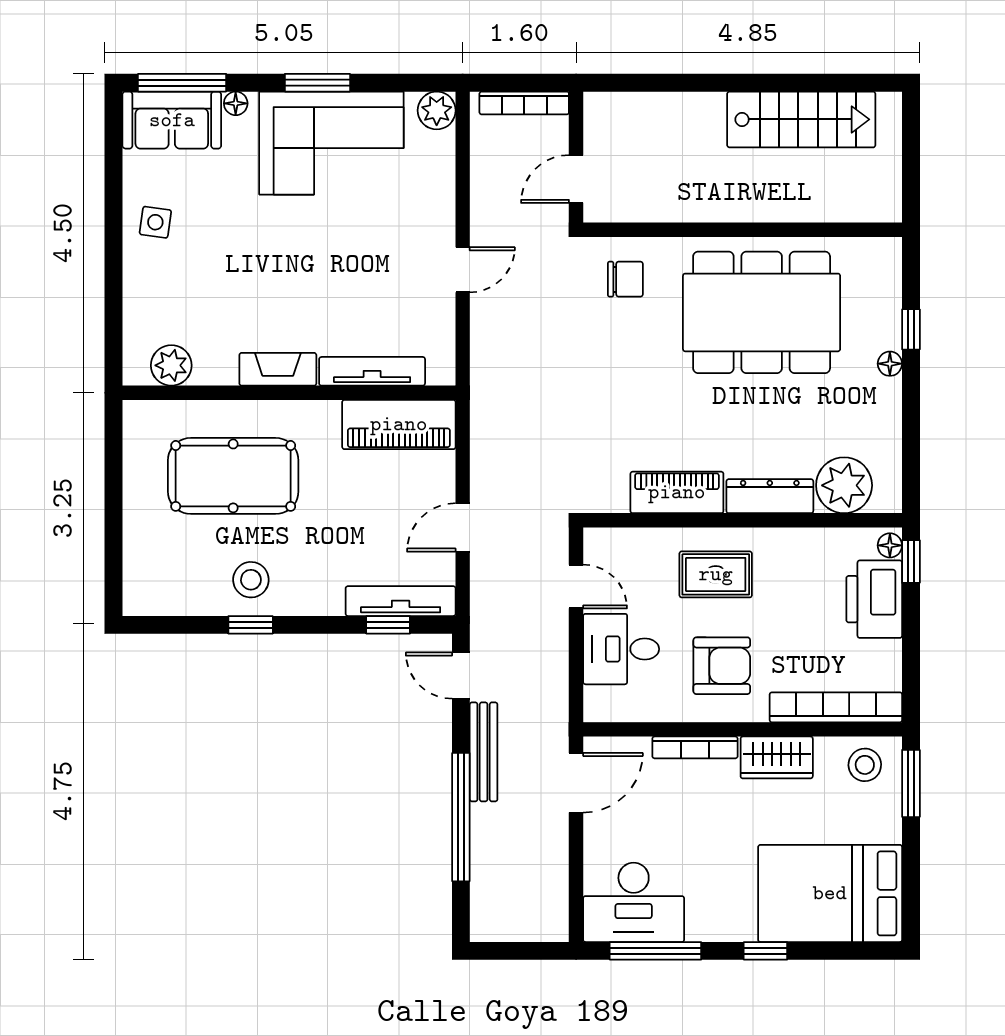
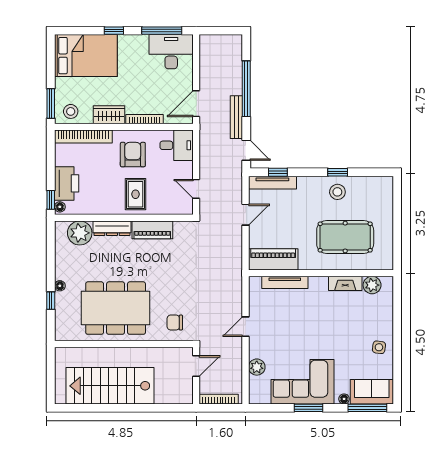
plant: (437, 110) -> (257, 367), moved
stairs: (801, 119) -> (110, 386), width x1.36, depth x1.51
fireplace: (278, 369) -> (345, 283), moved
rug: (716, 574) -> (136, 194), turned 90
desk: (621, 649) -> (177, 145), moved
armchair: (722, 666) -> (133, 155), turned 90

